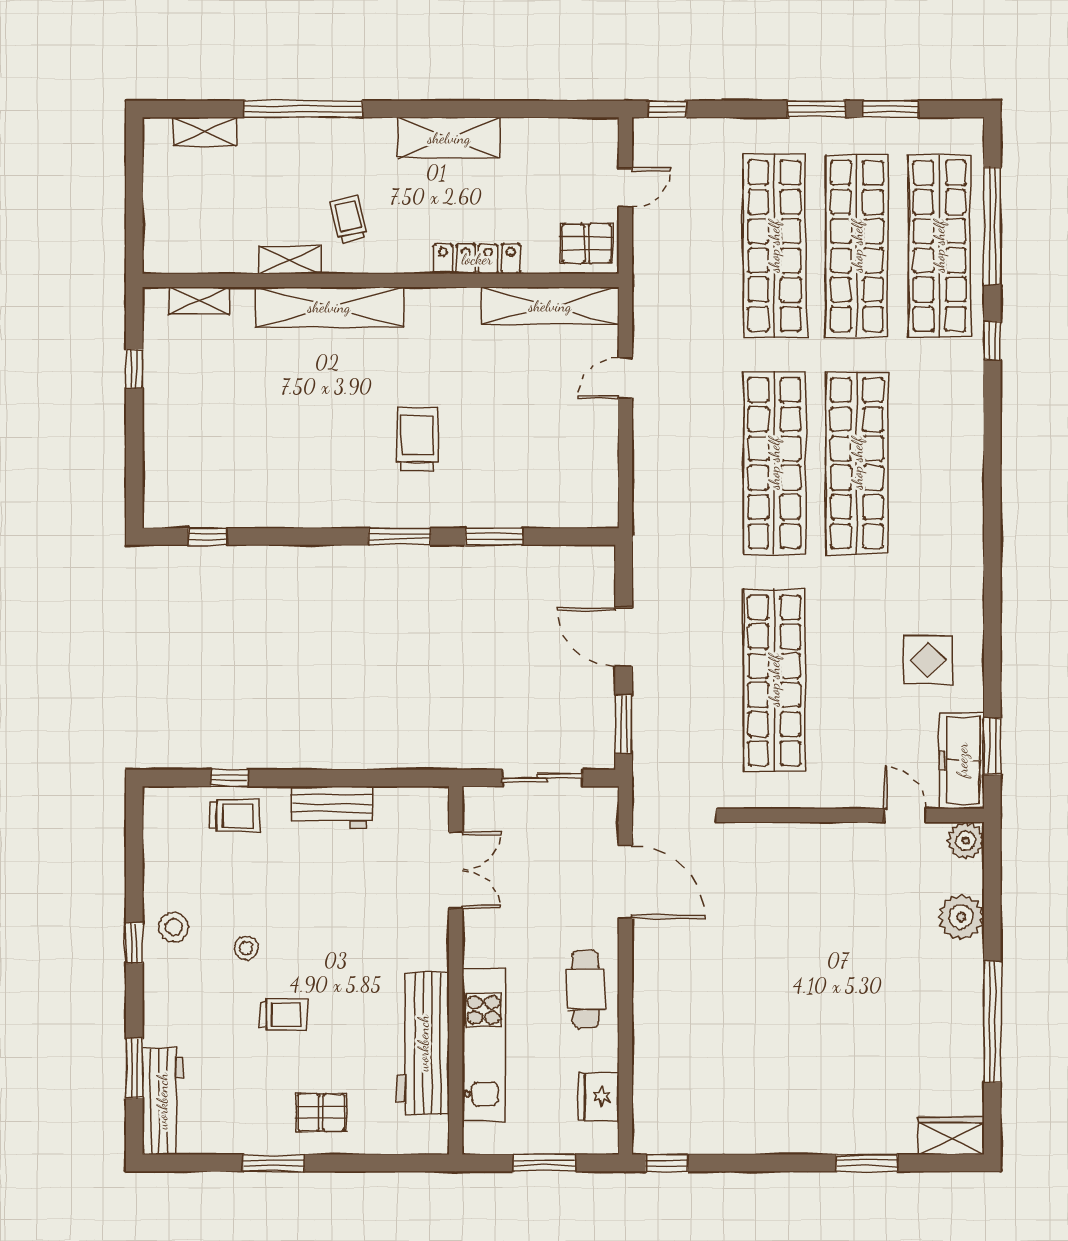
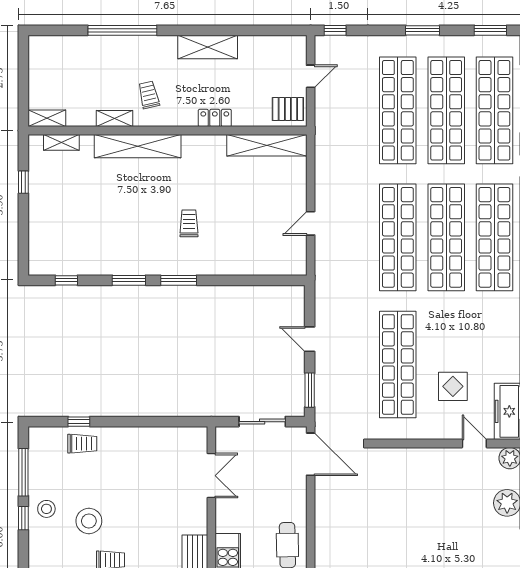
window: (890, 109) -> (490, 30), moved
shelving: (205, 132) -> (47, 118), moved
locker: (477, 259) -> (215, 118), width x0.66
door: (625, 378) -> (311, 223), moved
trolley: (417, 439) -> (189, 223), width x0.73, depth x0.72
shop shelf: (939, 463) -> (494, 237), added
window: (494, 536) -> (129, 280), moved
door: (624, 637) -> (310, 339), width x0.73
display table: (928, 660) -> (453, 386), moved
workbench: (332, 807) -> (139, 439), removed
window: (134, 864) -> (23, 472), added
door: (625, 882) -> (311, 454), moved
stool: (246, 948) -> (89, 521), width x1.89, depth x1.89

